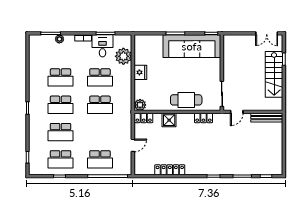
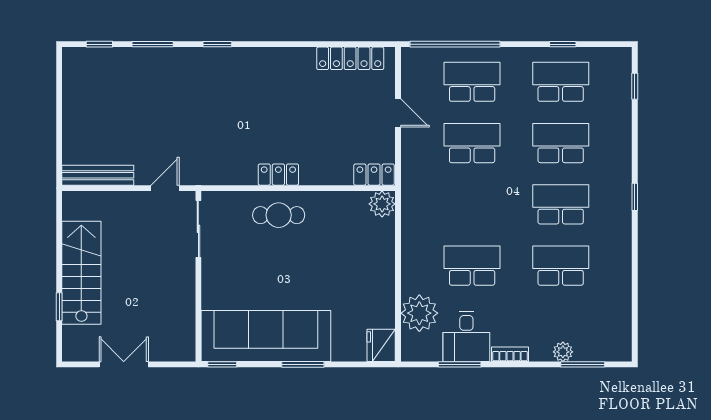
double door: (267, 33) -> (124, 364), moved
fridge: (140, 72) -> (381, 345), moved
cafe table: (186, 100) -> (279, 215), width x0.73, depth x0.74
school desk: (100, 105) -> (472, 143), moved
locker: (203, 118) -> (278, 175), moved
shower: (169, 120) -> (317, 170), removed
door: (133, 145) -> (398, 113), swing flipped
locker: (170, 170) -> (350, 58), moved

